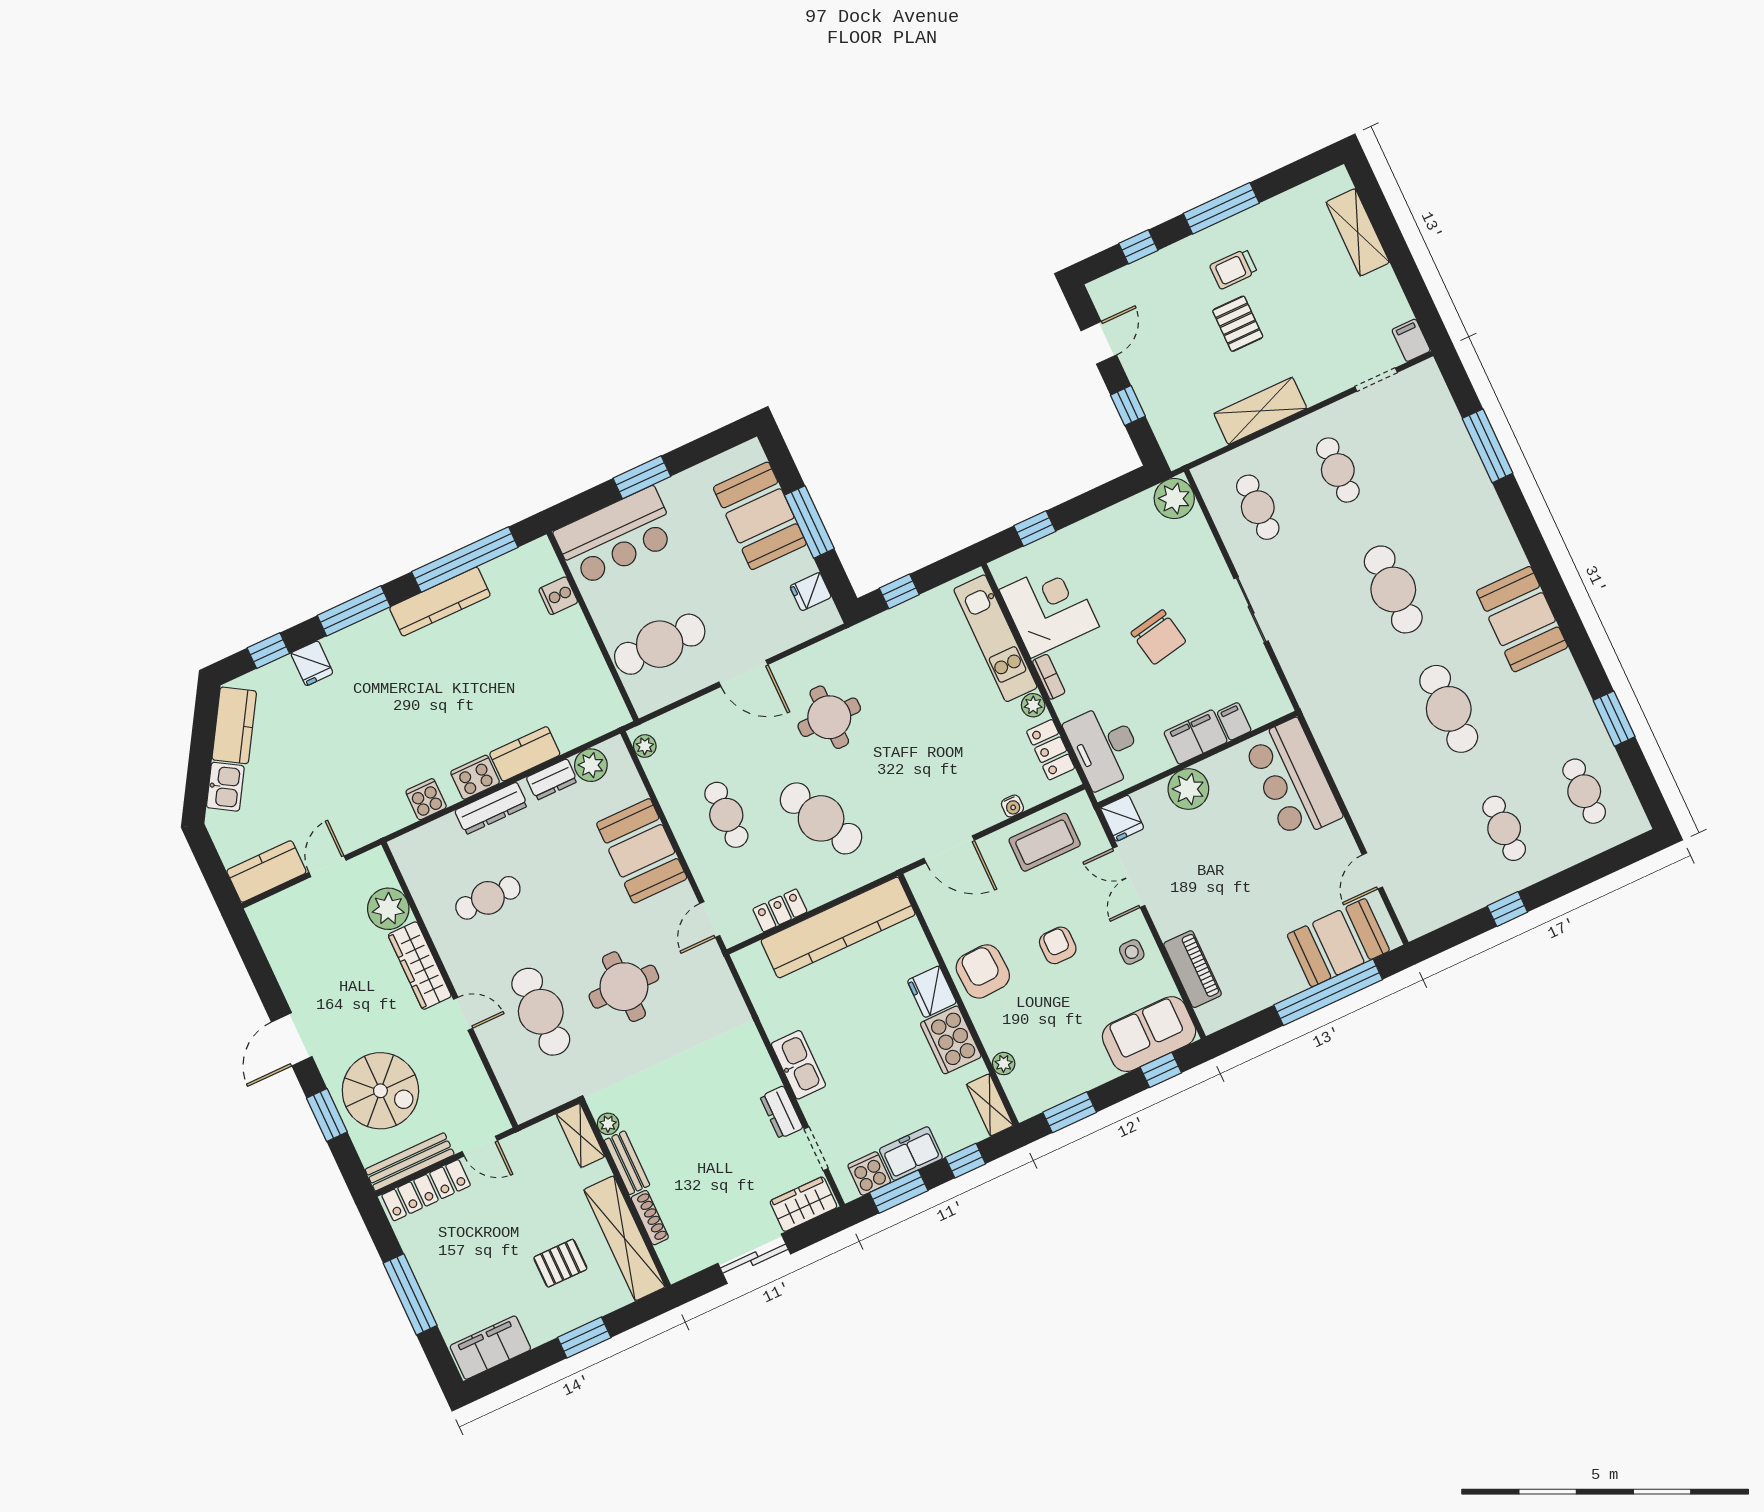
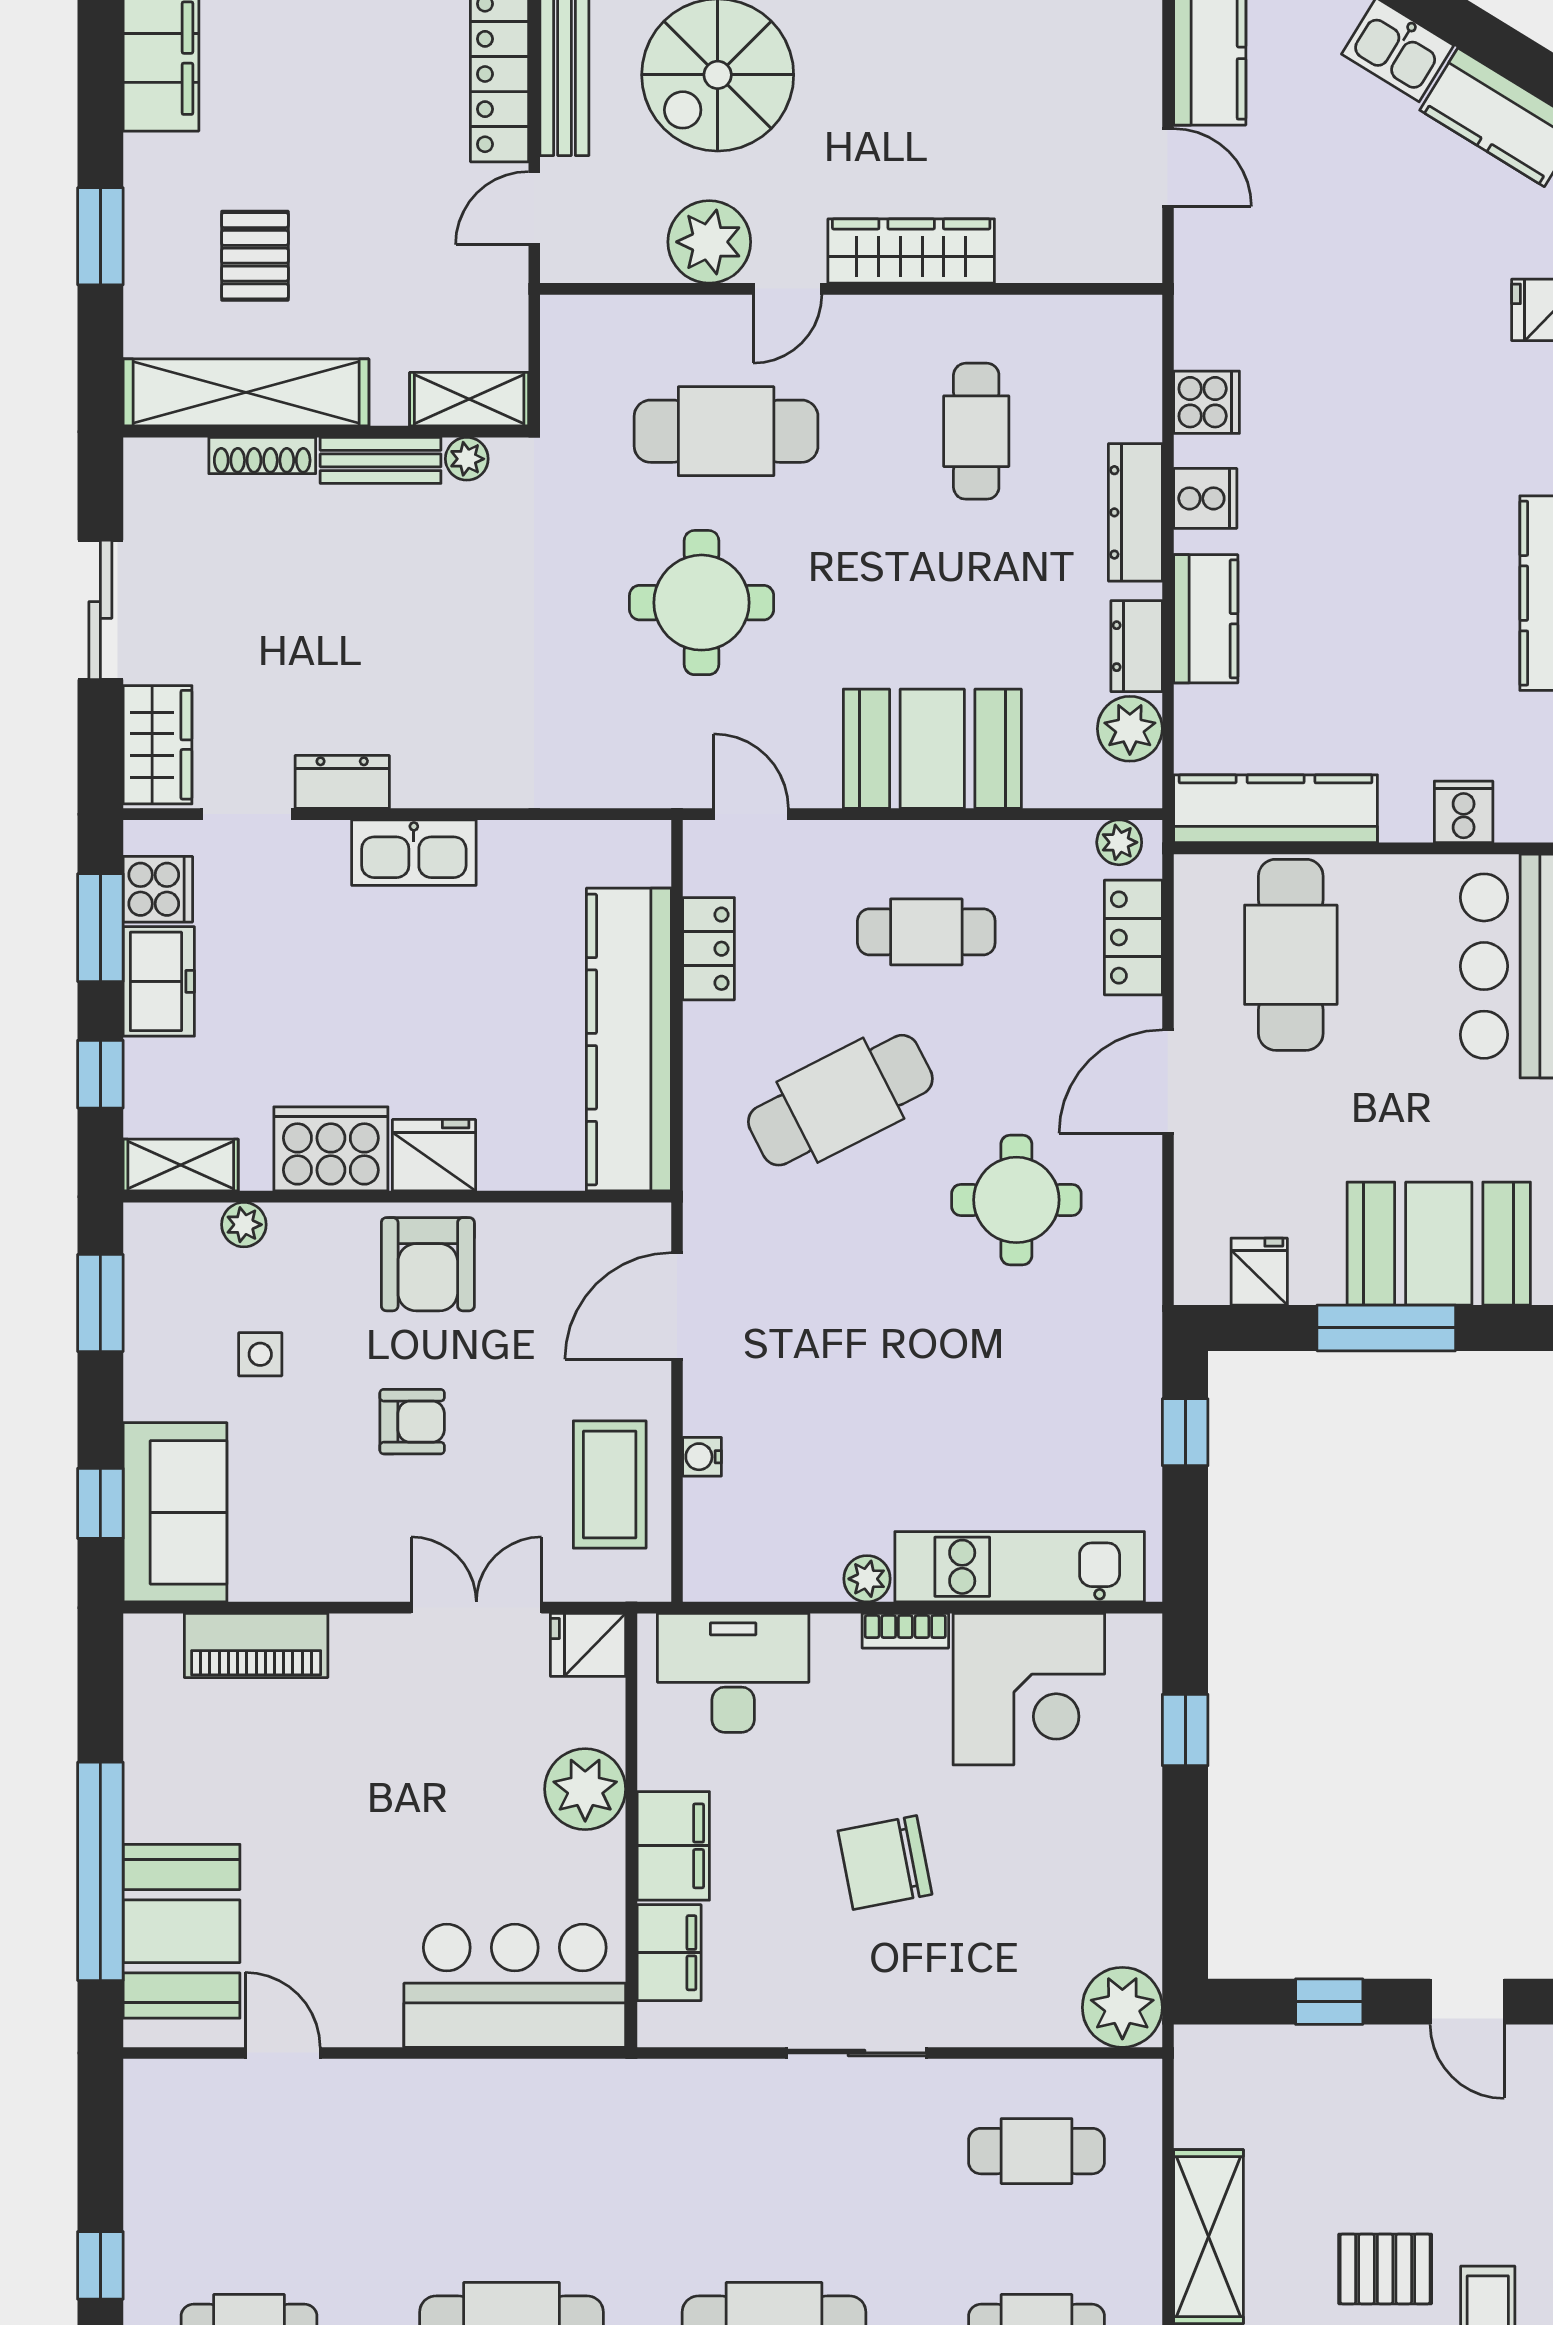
kitchen counter: (596, 682) -> (1276, 809), added
filing cabinet: (1234, 721) -> (669, 1953), width x2.00
locker: (1051, 750) -> (1133, 937), moved, turned -90
cooker: (475, 777) -> (1205, 498), width x0.73
plant: (388, 909) -> (709, 242), moved
side table: (1132, 952) -> (260, 1354), moved
armchair: (983, 971) -> (428, 1264), turned 93

